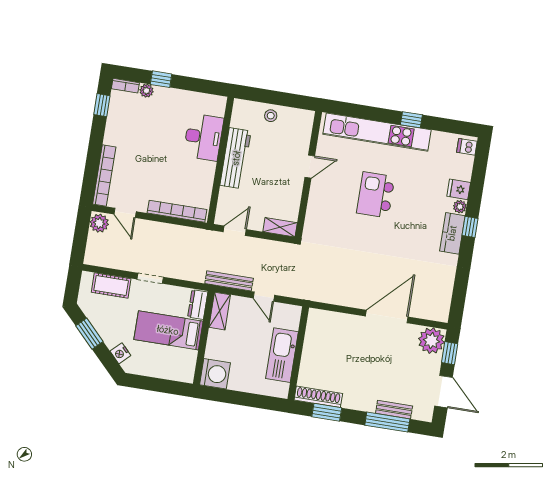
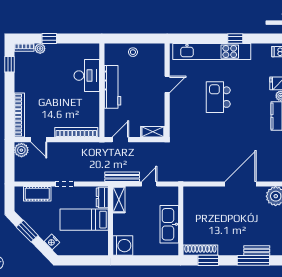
door: (264, 297) -> (149, 184), swing flipped

